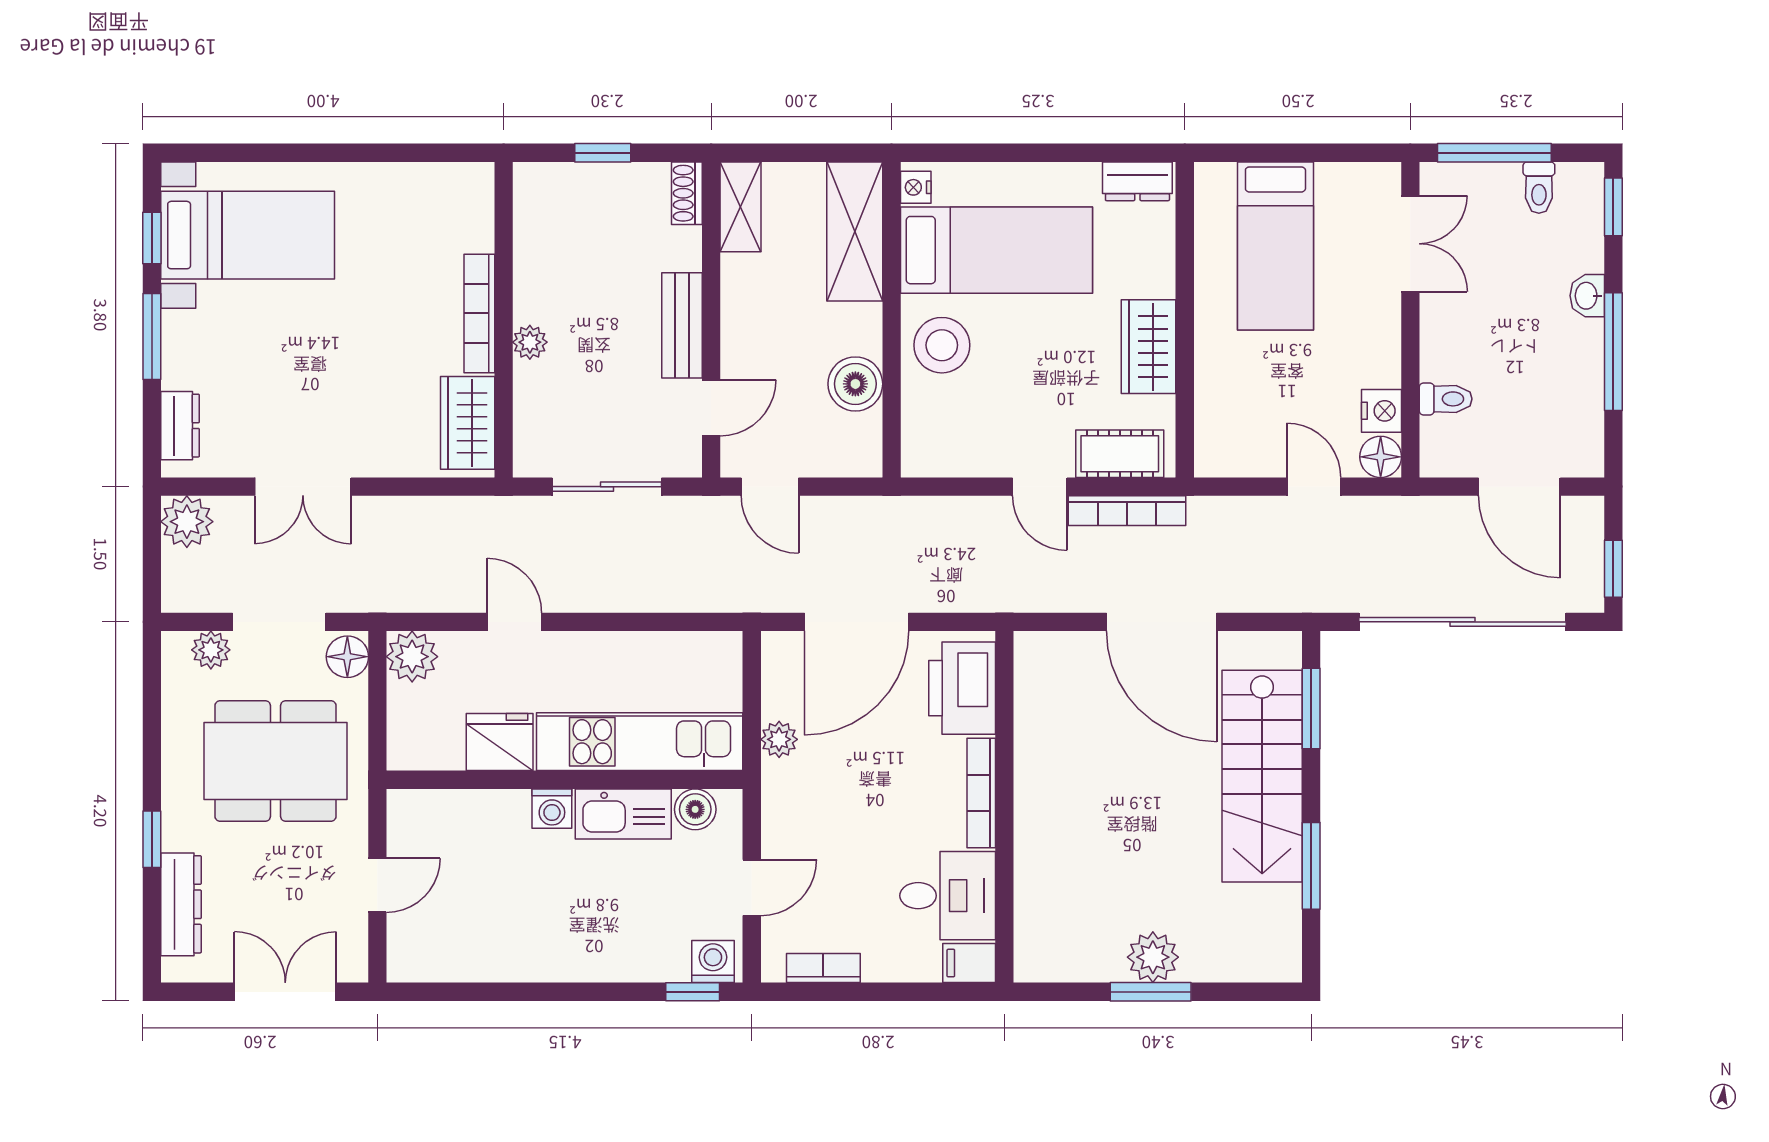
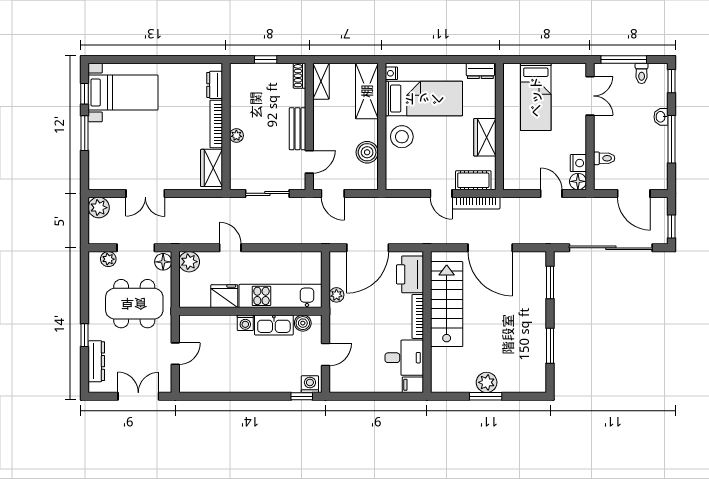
dresser: (180, 426) -> (215, 85), moved, turned 180
stairs: (1262, 776) -> (447, 304), moved, turned 180
bookcase: (823, 968) -> (354, 387), removed

